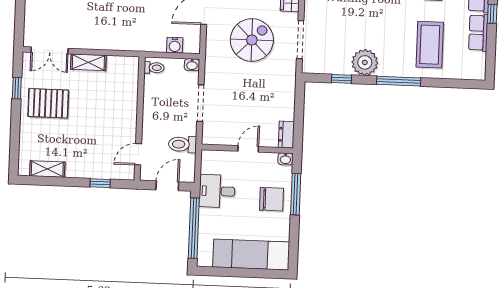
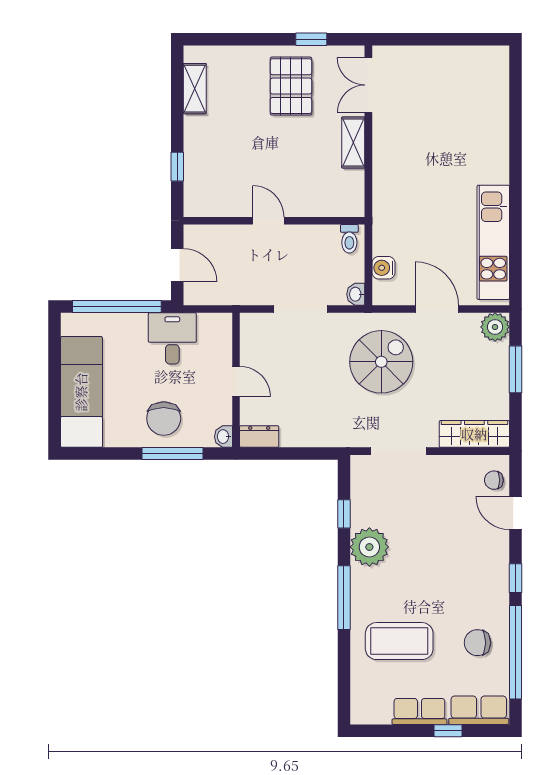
spiral stairs: (252, 40) -> (381, 362), moved, turned -90
toilet: (183, 144) -> (239, 285), removed
door: (138, 154) -> (268, 221), moved

